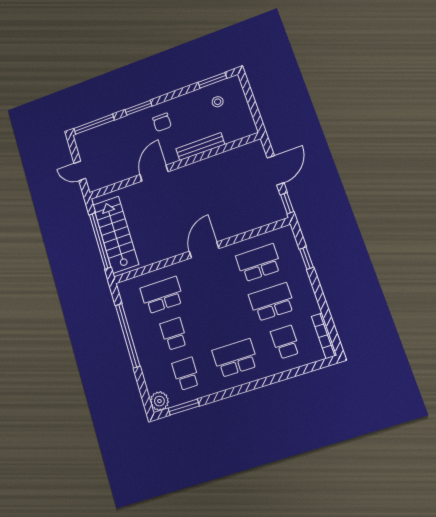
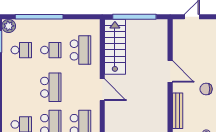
stairs: (116, 235) -> (115, 47), moved, turned -90
window: (128, 336) -> (39, 17), moved
school desk: (235, 358) -> (51, 87), moved

